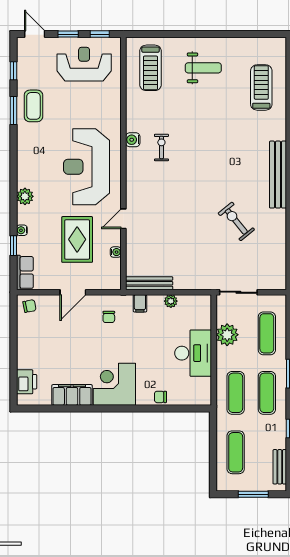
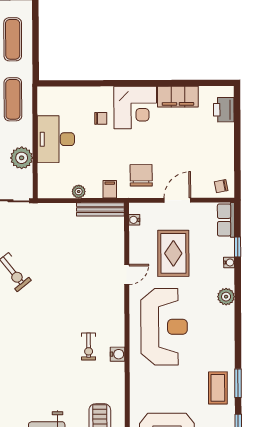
water cooler: (116, 252) -> (134, 220), moved
chair: (109, 317) -> (141, 175), width x1.87, depth x1.87
chair: (160, 397) -> (101, 118), moved

